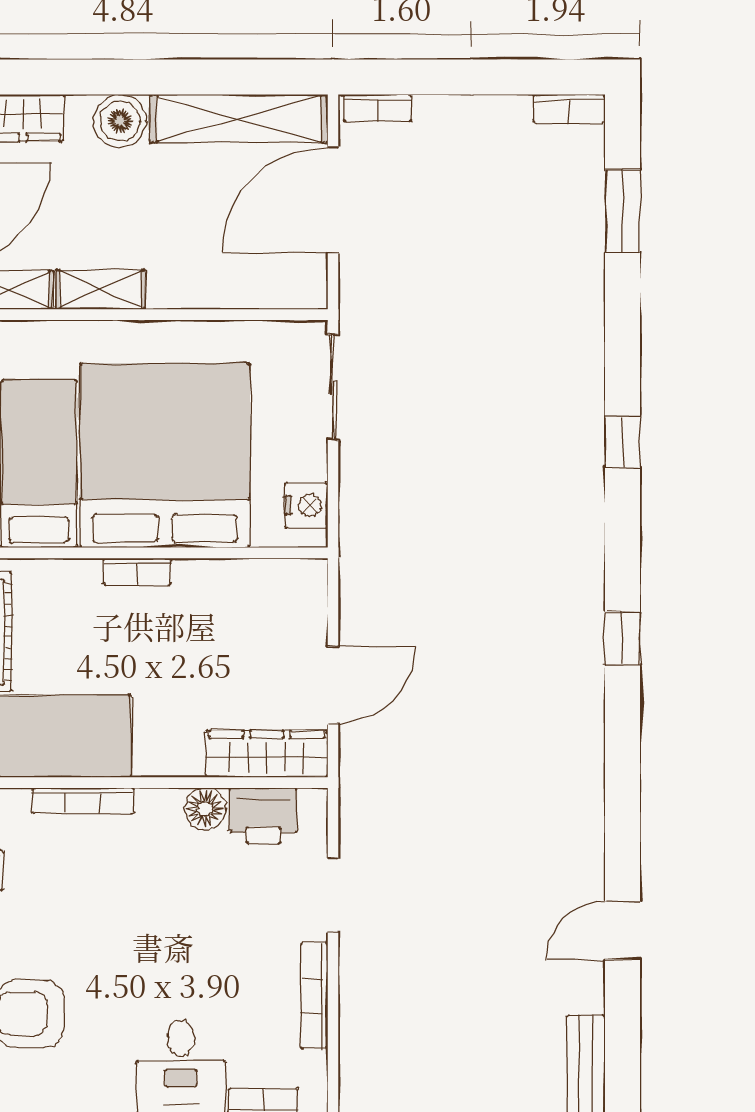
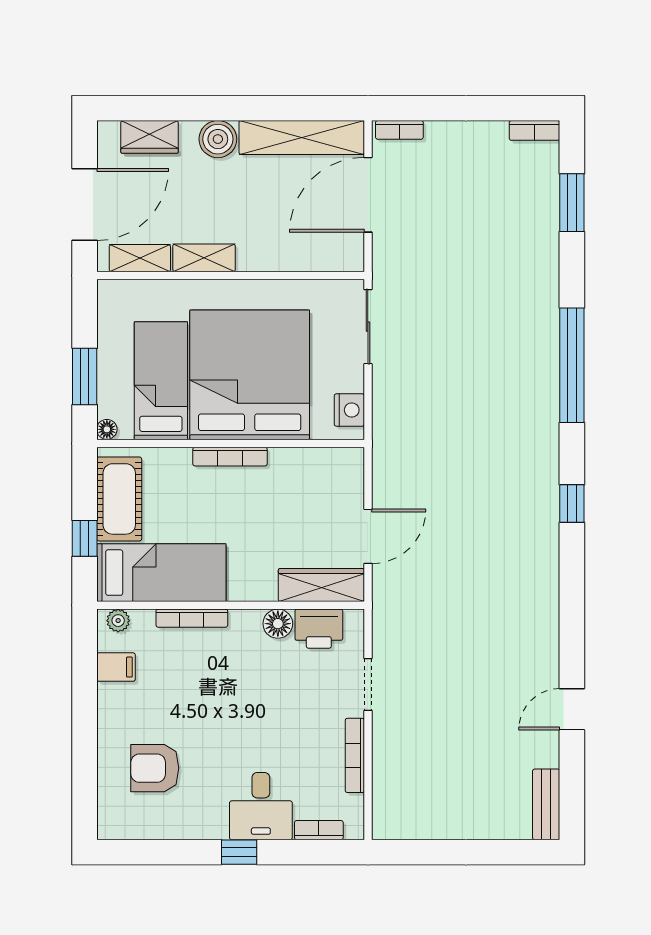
window: (622, 442) -> (572, 365), width x3.17
bookcase: (137, 572) -> (230, 457), width x1.56

